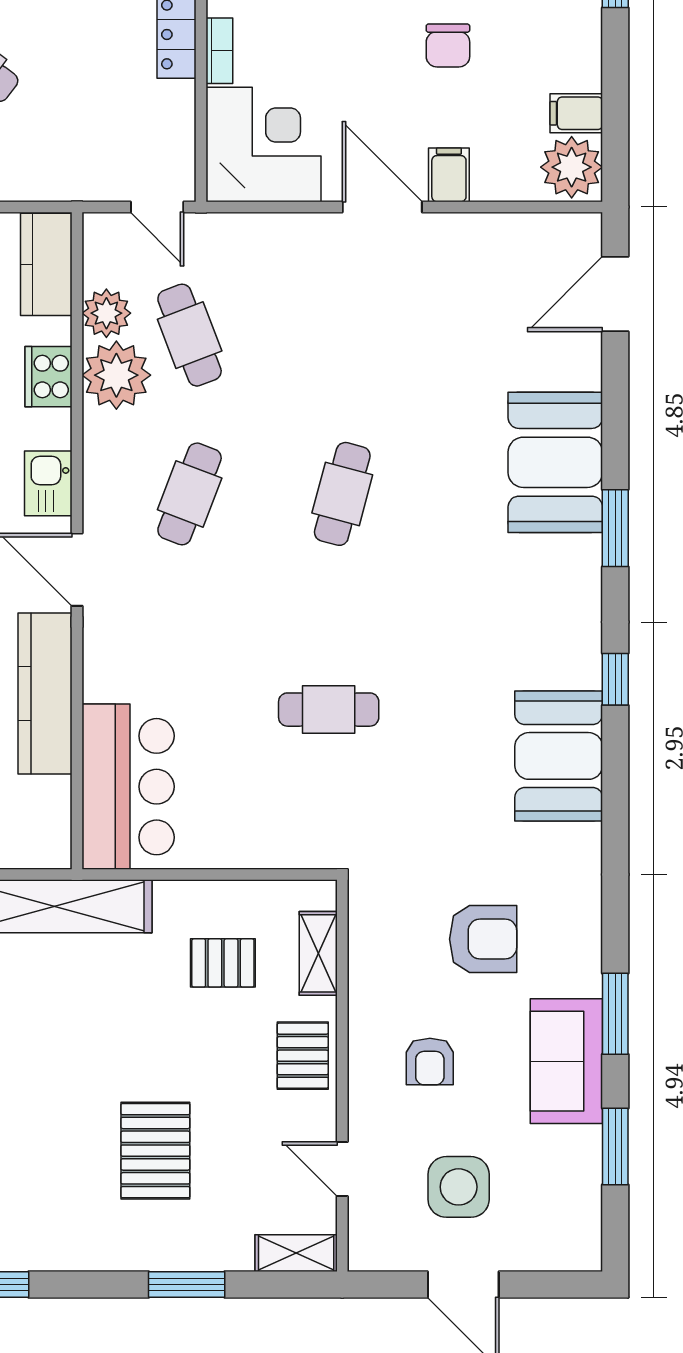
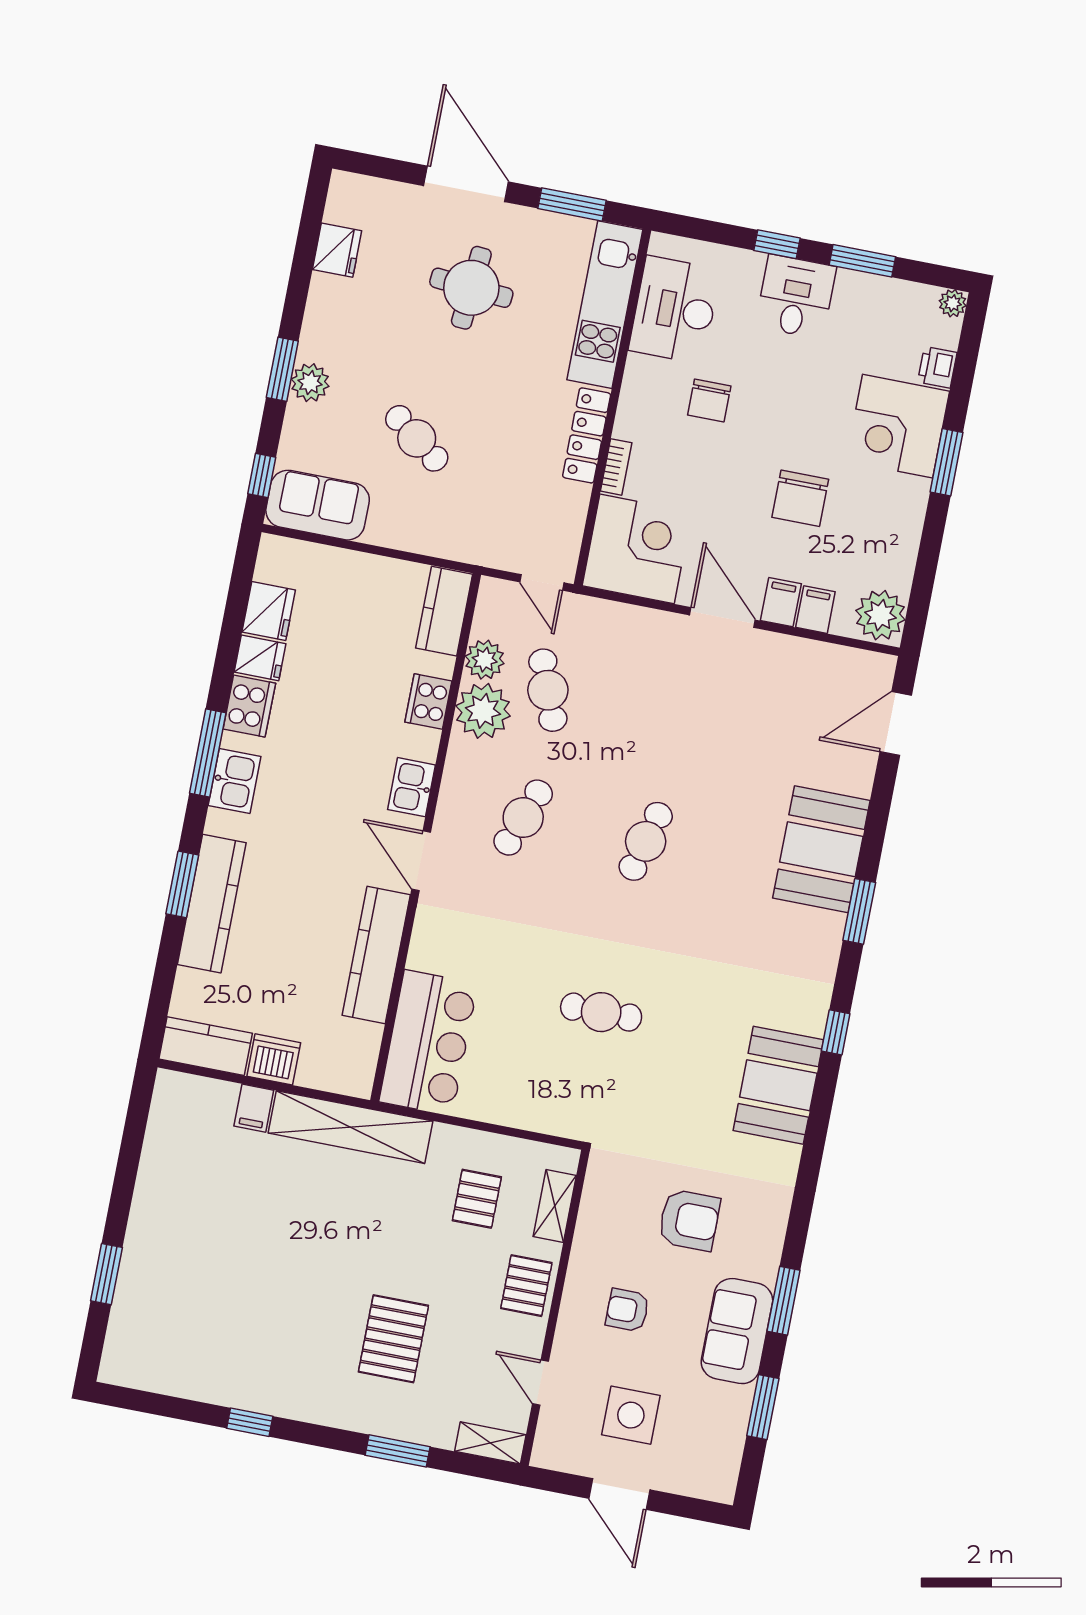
chair: (448, 45) -> (800, 498), width x1.37, depth x1.37
filing cabinet: (576, 113) -> (815, 610), moved, turned 90
pallet: (223, 963) -> (477, 1199), turned 90
armchair: (430, 1062) -> (627, 1310), turned 90

